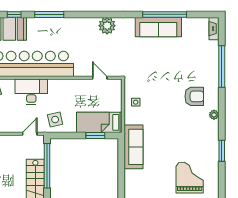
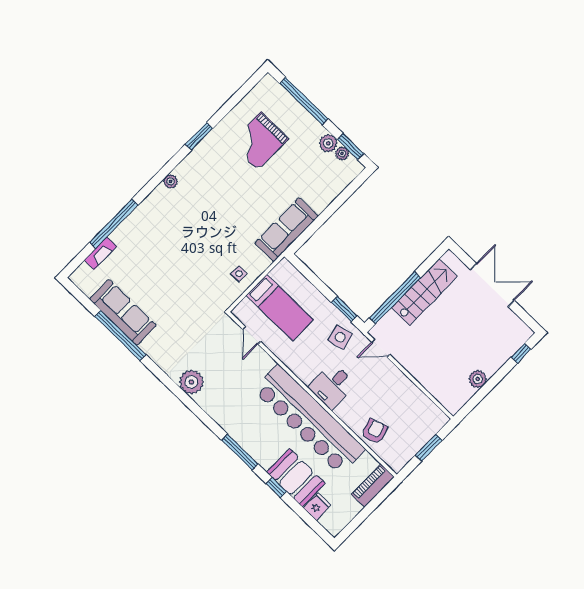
sofa: (158, 27) -> (123, 312), moved
fireplace: (214, 29) -> (100, 253), moved
desk: (31, 92) -> (332, 386), width x0.73
armchair: (194, 96) -> (172, 220), removed
bed: (99, 122) -> (280, 308), moved
window: (95, 135) -> (344, 309), moved

